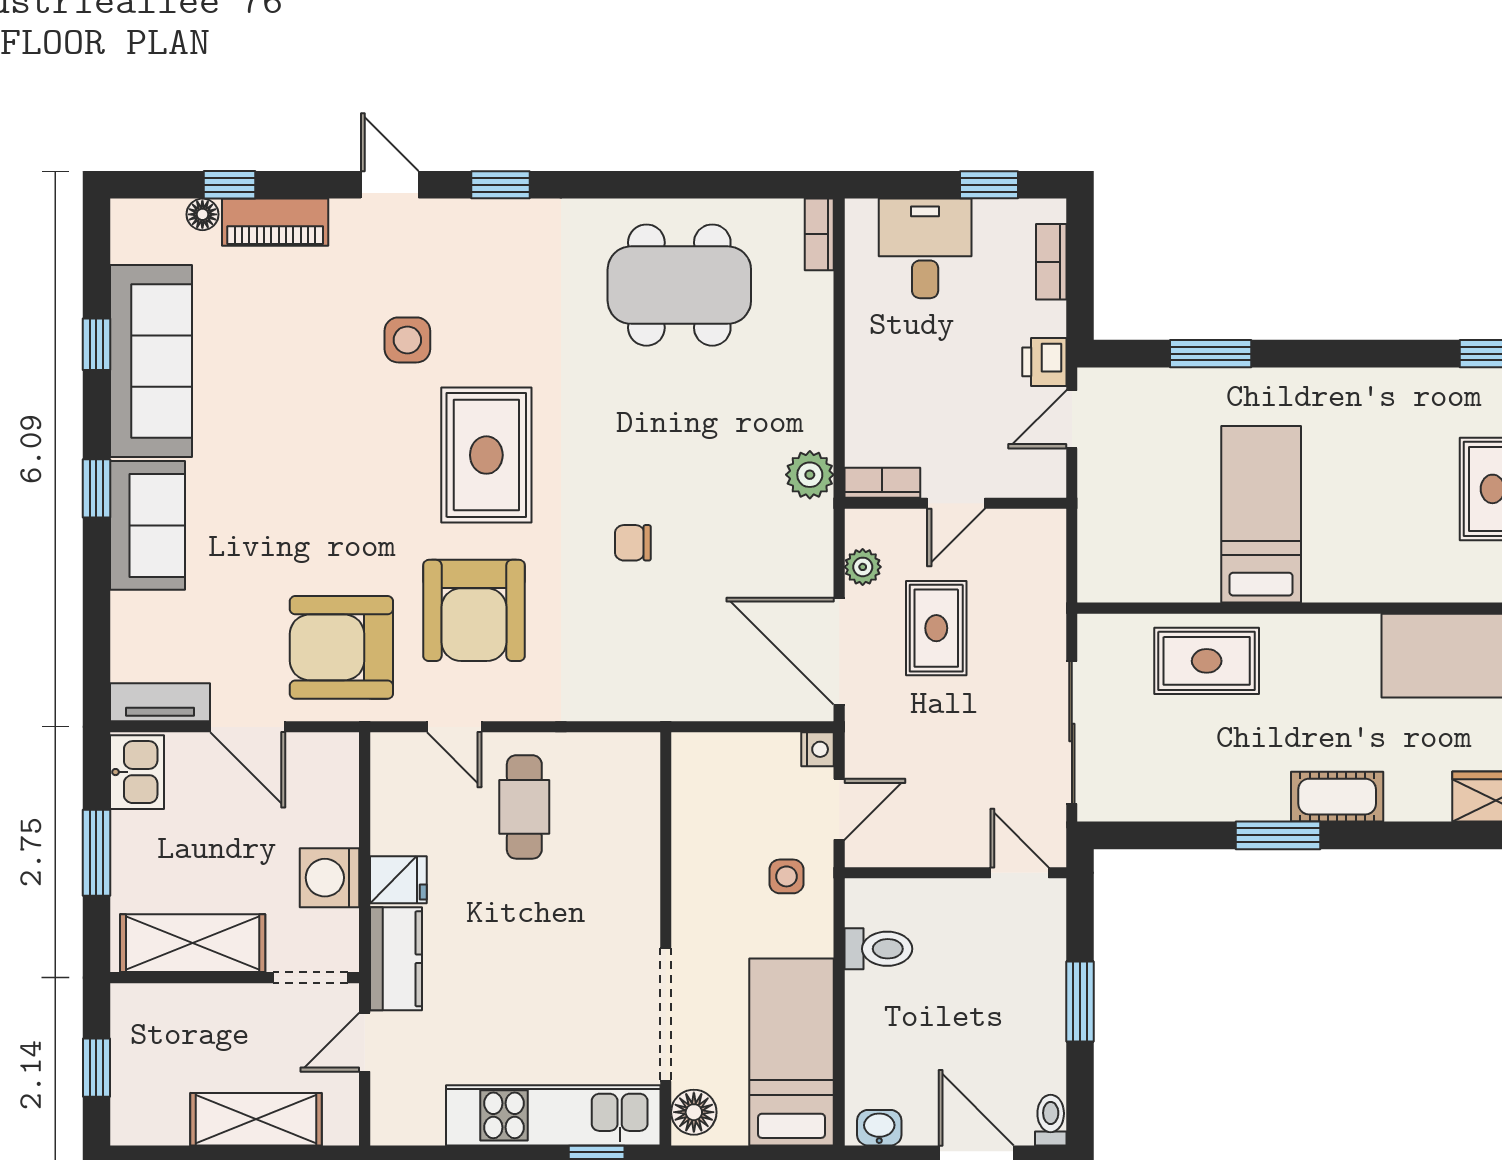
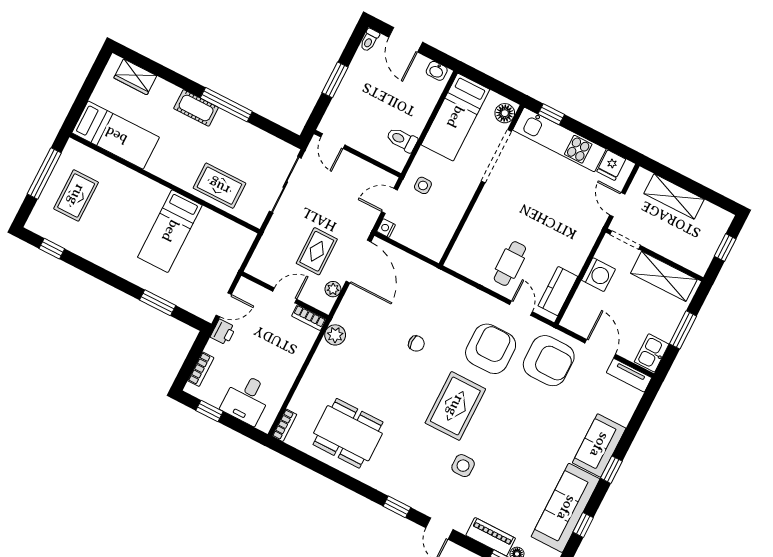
window: (1278, 835) -> (226, 105), width x1.44
fridge: (398, 880) -> (611, 165), moved, turned -90
kitchen counter: (396, 959) -> (558, 291), moved
door: (365, 1042) -> (617, 205), swing flipped

